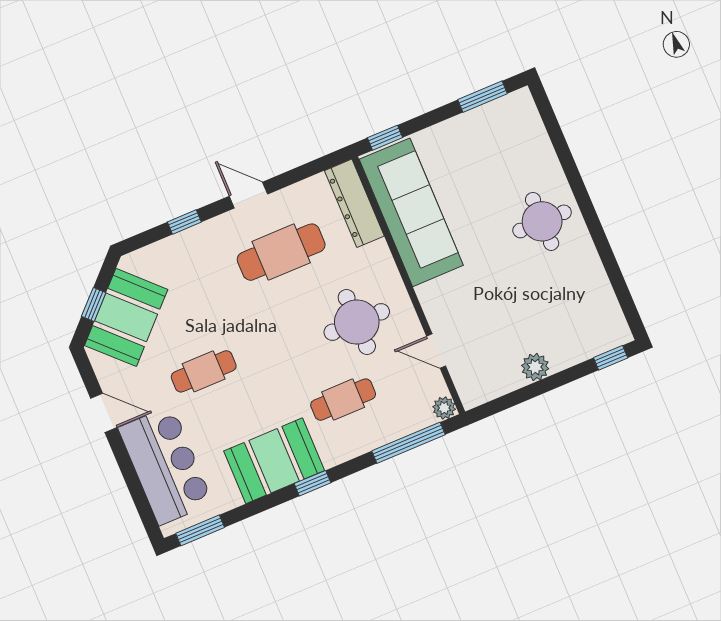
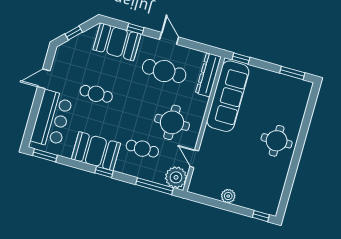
booth: (126, 317) -> (117, 42), moved, turned 45
plant: (444, 408) -> (176, 177), width x1.88, depth x1.88
door: (104, 413) -> (44, 79), swing flipped

